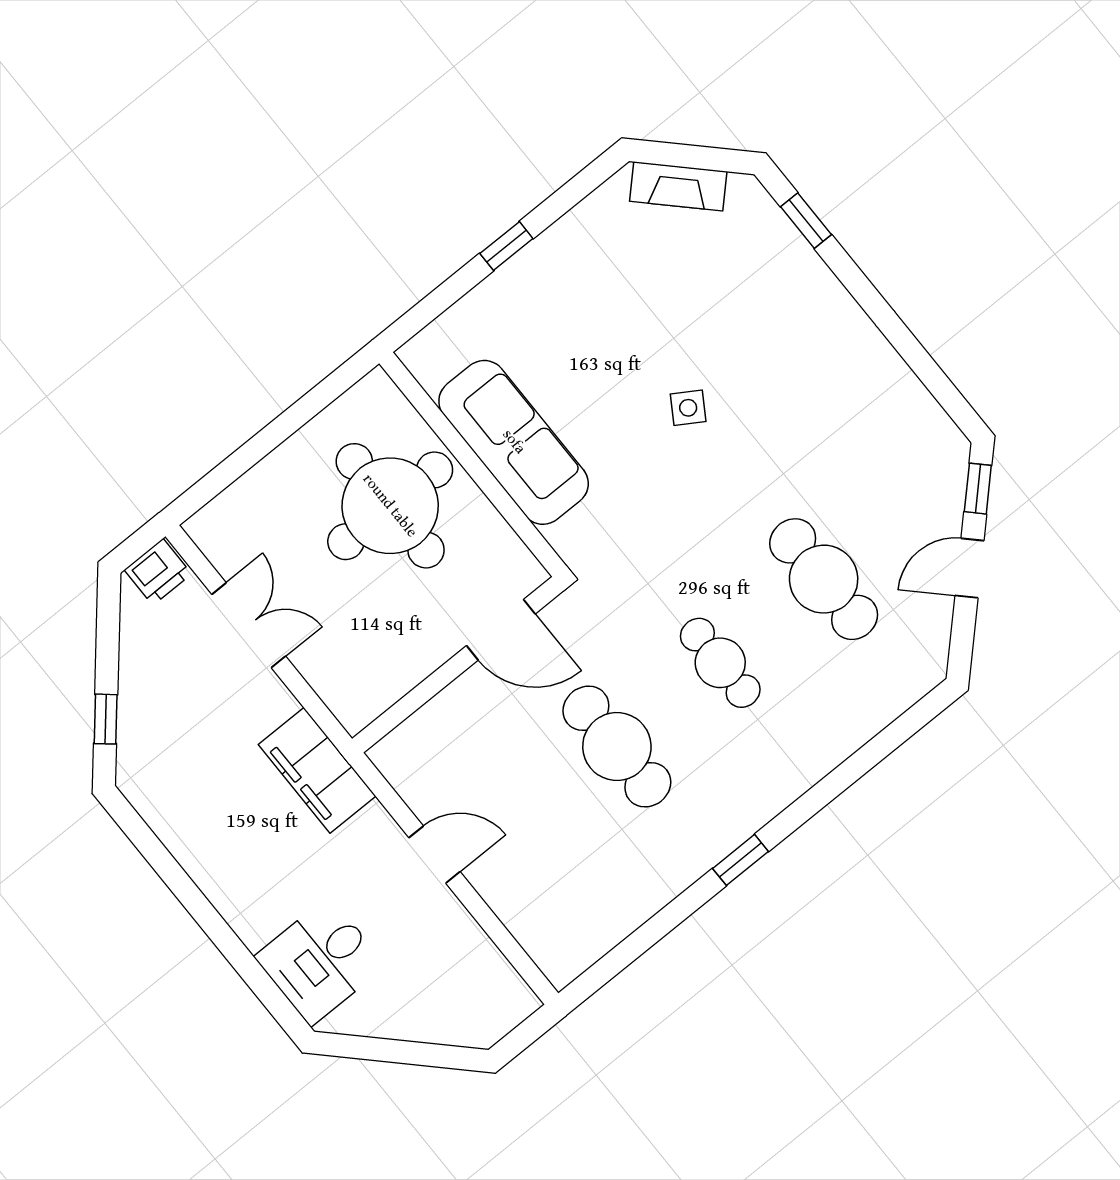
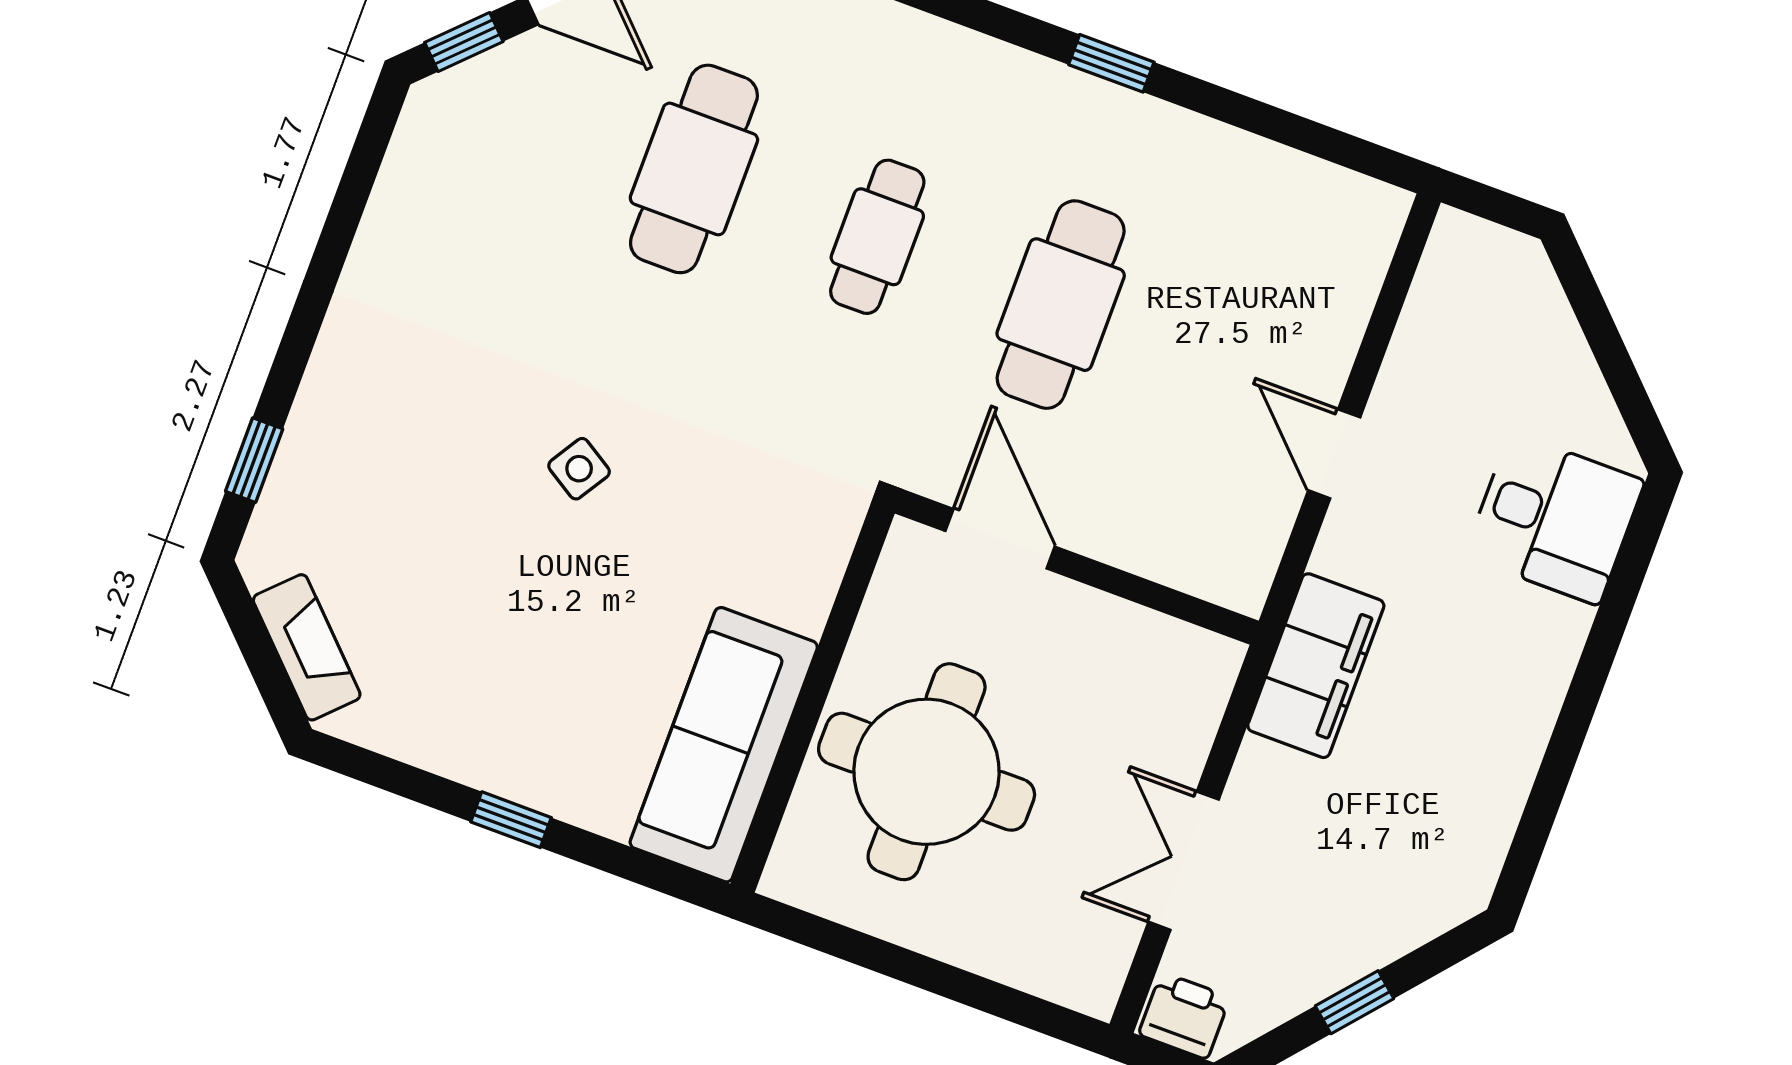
sofa: (514, 442) -> (724, 745), moved
window: (106, 719) -> (1354, 1002), moved

